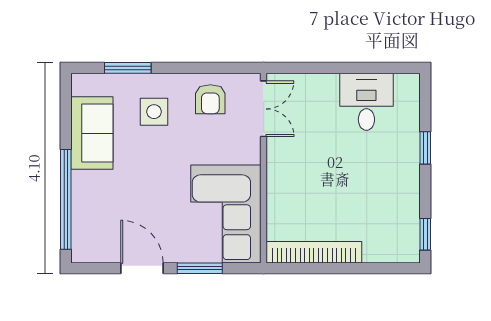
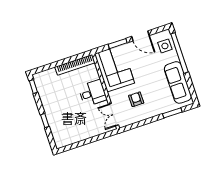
armchair: (210, 99) -> (136, 99), moved
desk: (366, 102) -> (93, 93), moved, turned -90
side table: (154, 112) -> (165, 46), moved
sofa: (92, 133) -> (178, 82), width x1.36

